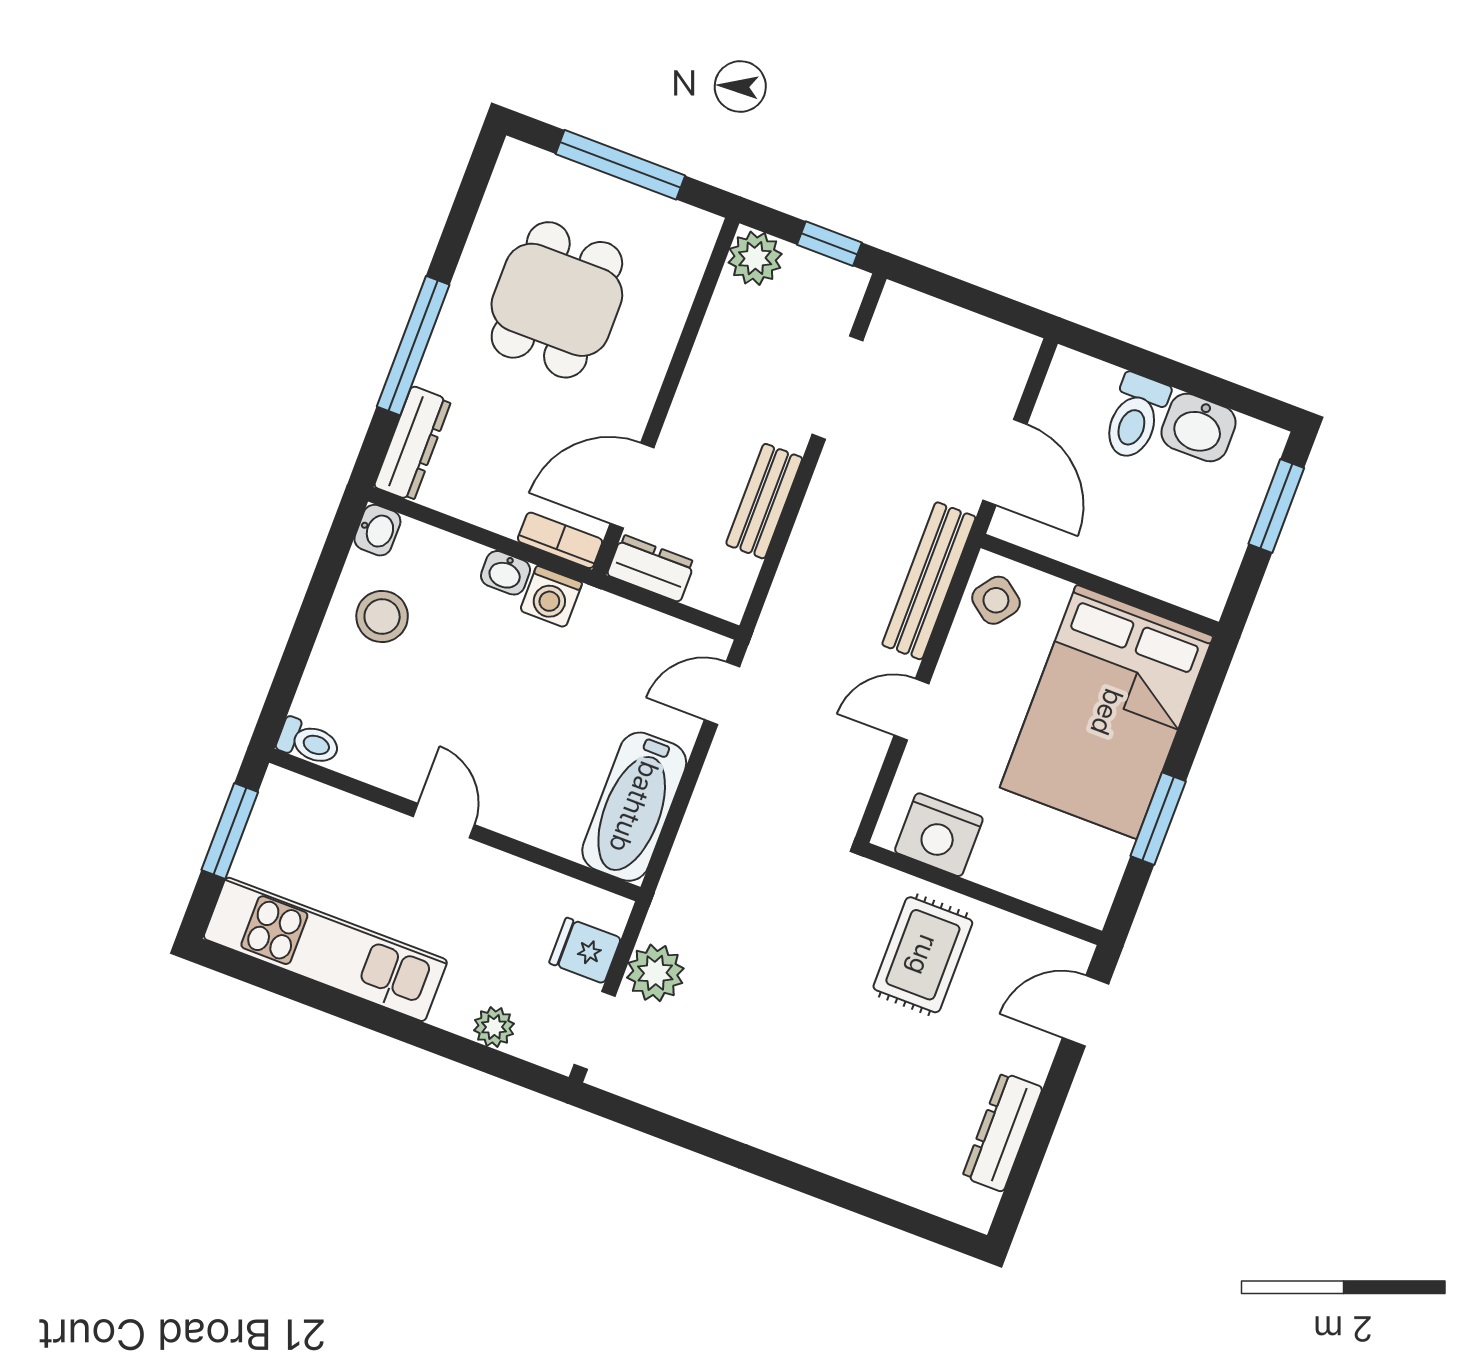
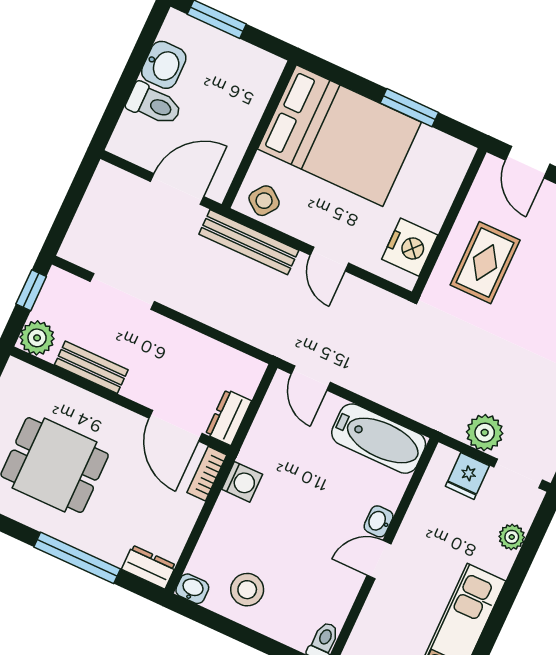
dresser: (413, 444) -> (149, 567), width x0.70
bench: (764, 501) -> (91, 367), moved
washbasin: (505, 573) -> (379, 521), moved, turned 180
rug: (923, 955) -> (485, 263), turned 90

